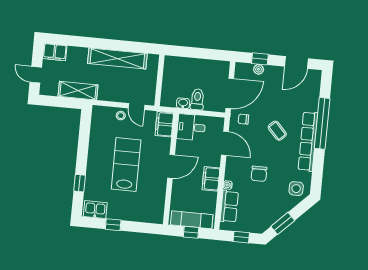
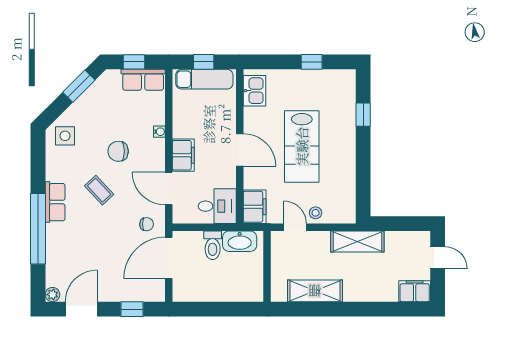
shelving: (117, 59) -> (315, 291), width x0.68
plant: (259, 69) -> (52, 295), moved
shelving: (78, 91) -> (357, 241), moved
washbasin: (183, 103) -> (240, 241), width x1.91, depth x1.45
coffee table: (277, 131) -> (99, 190), moved
row of seats: (308, 141) -> (55, 202), width x0.50
door: (171, 166) -> (240, 150), swing flipped
chair: (259, 174) -> (118, 151), turned -90
filing cabinet: (211, 179) -> (183, 155), moved
row of seats: (229, 206) -> (143, 80), moved, turned -90
kitchen sink: (95, 210) -> (254, 91), moved, turned -90

